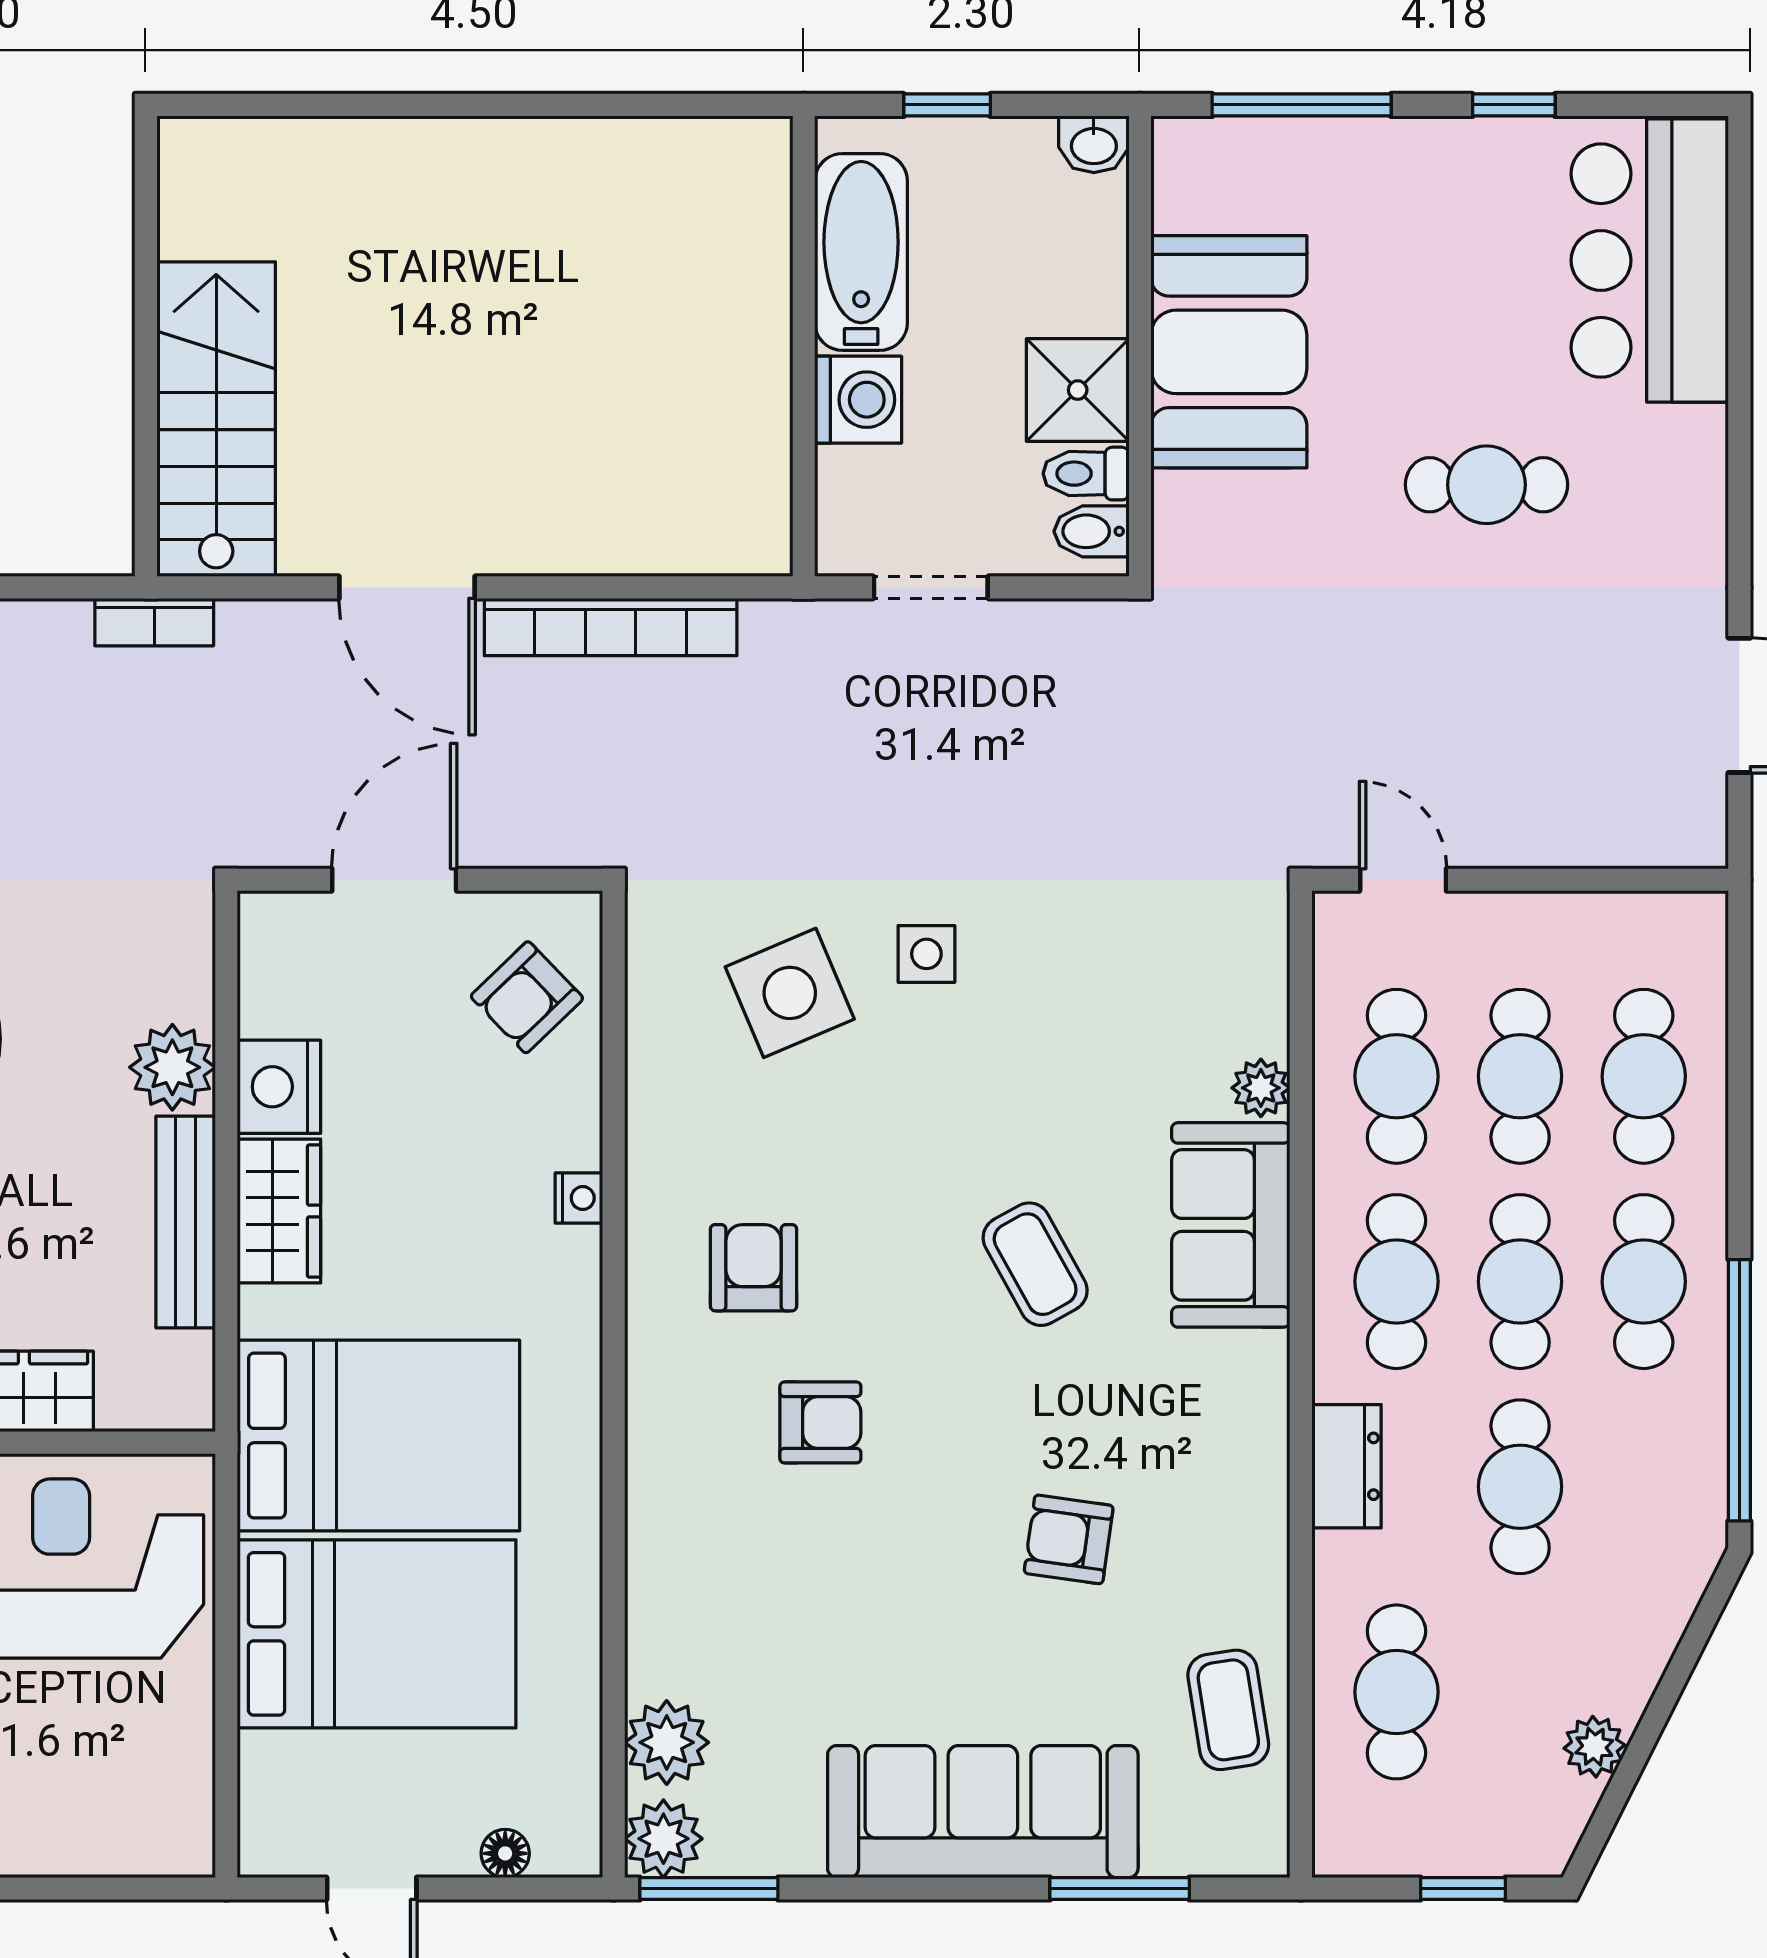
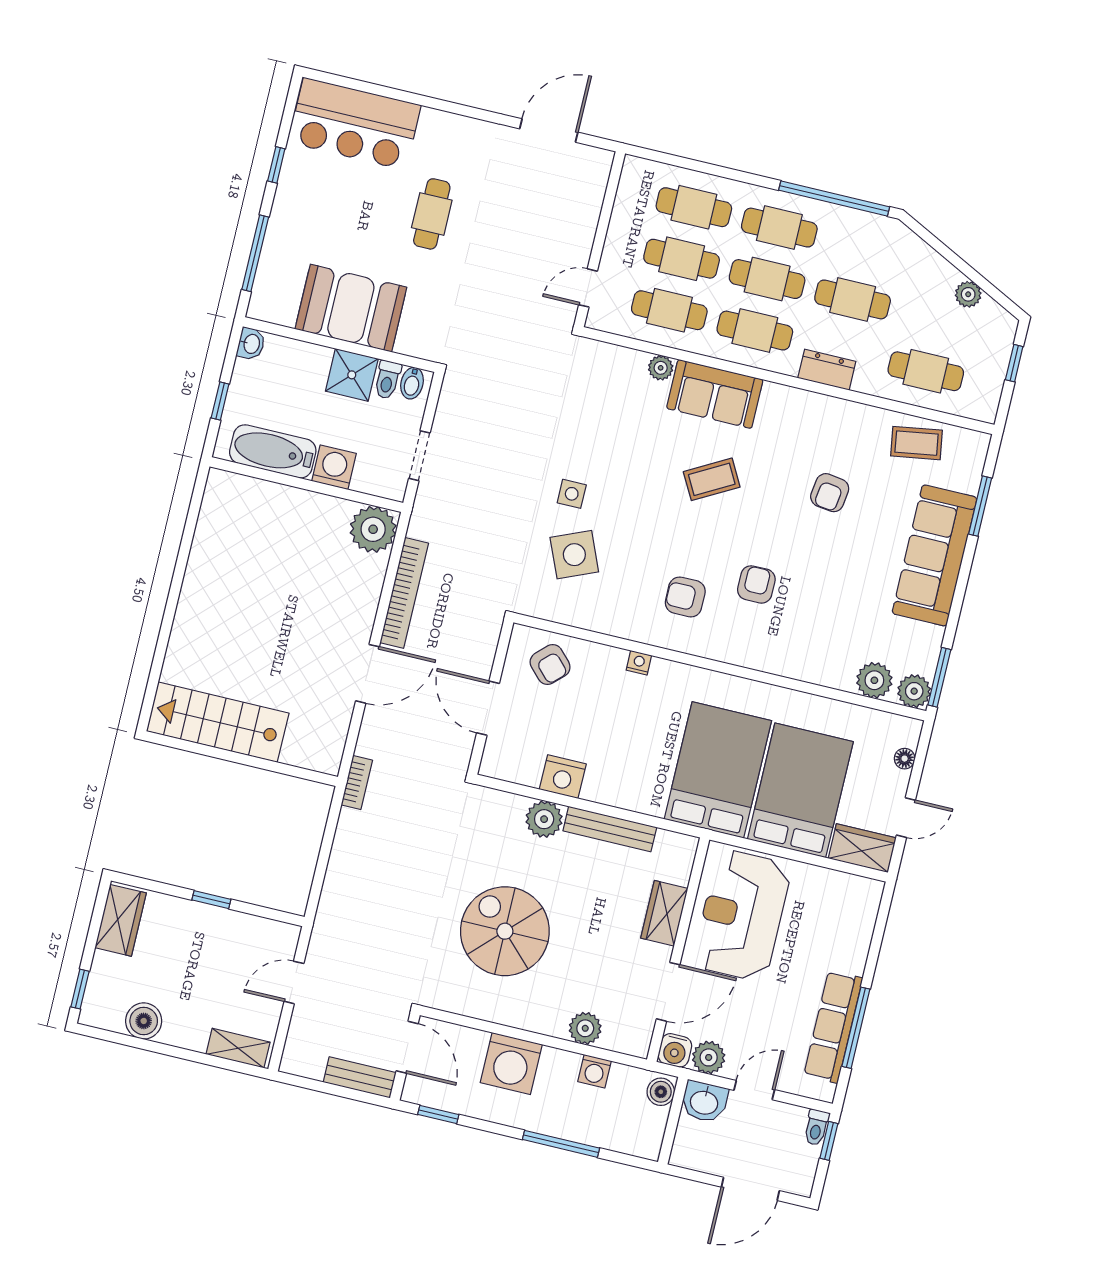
stairs: (216, 419) -> (218, 722), moved
plant: (738, 522) -> (373, 529), added
wardrobe: (279, 1211) -> (862, 848), moved

